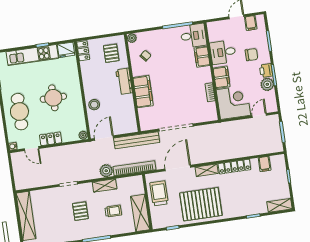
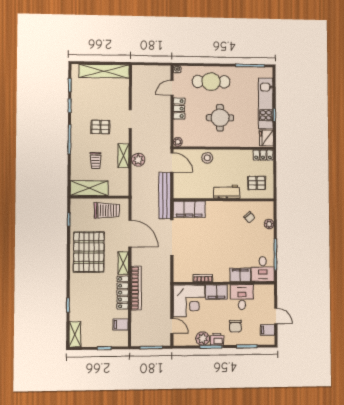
plant: (132, 38) -> (269, 224), moved
filing cabinet: (143, 92) -> (189, 209), moved
bookcase: (134, 168) -> (136, 288), moved

